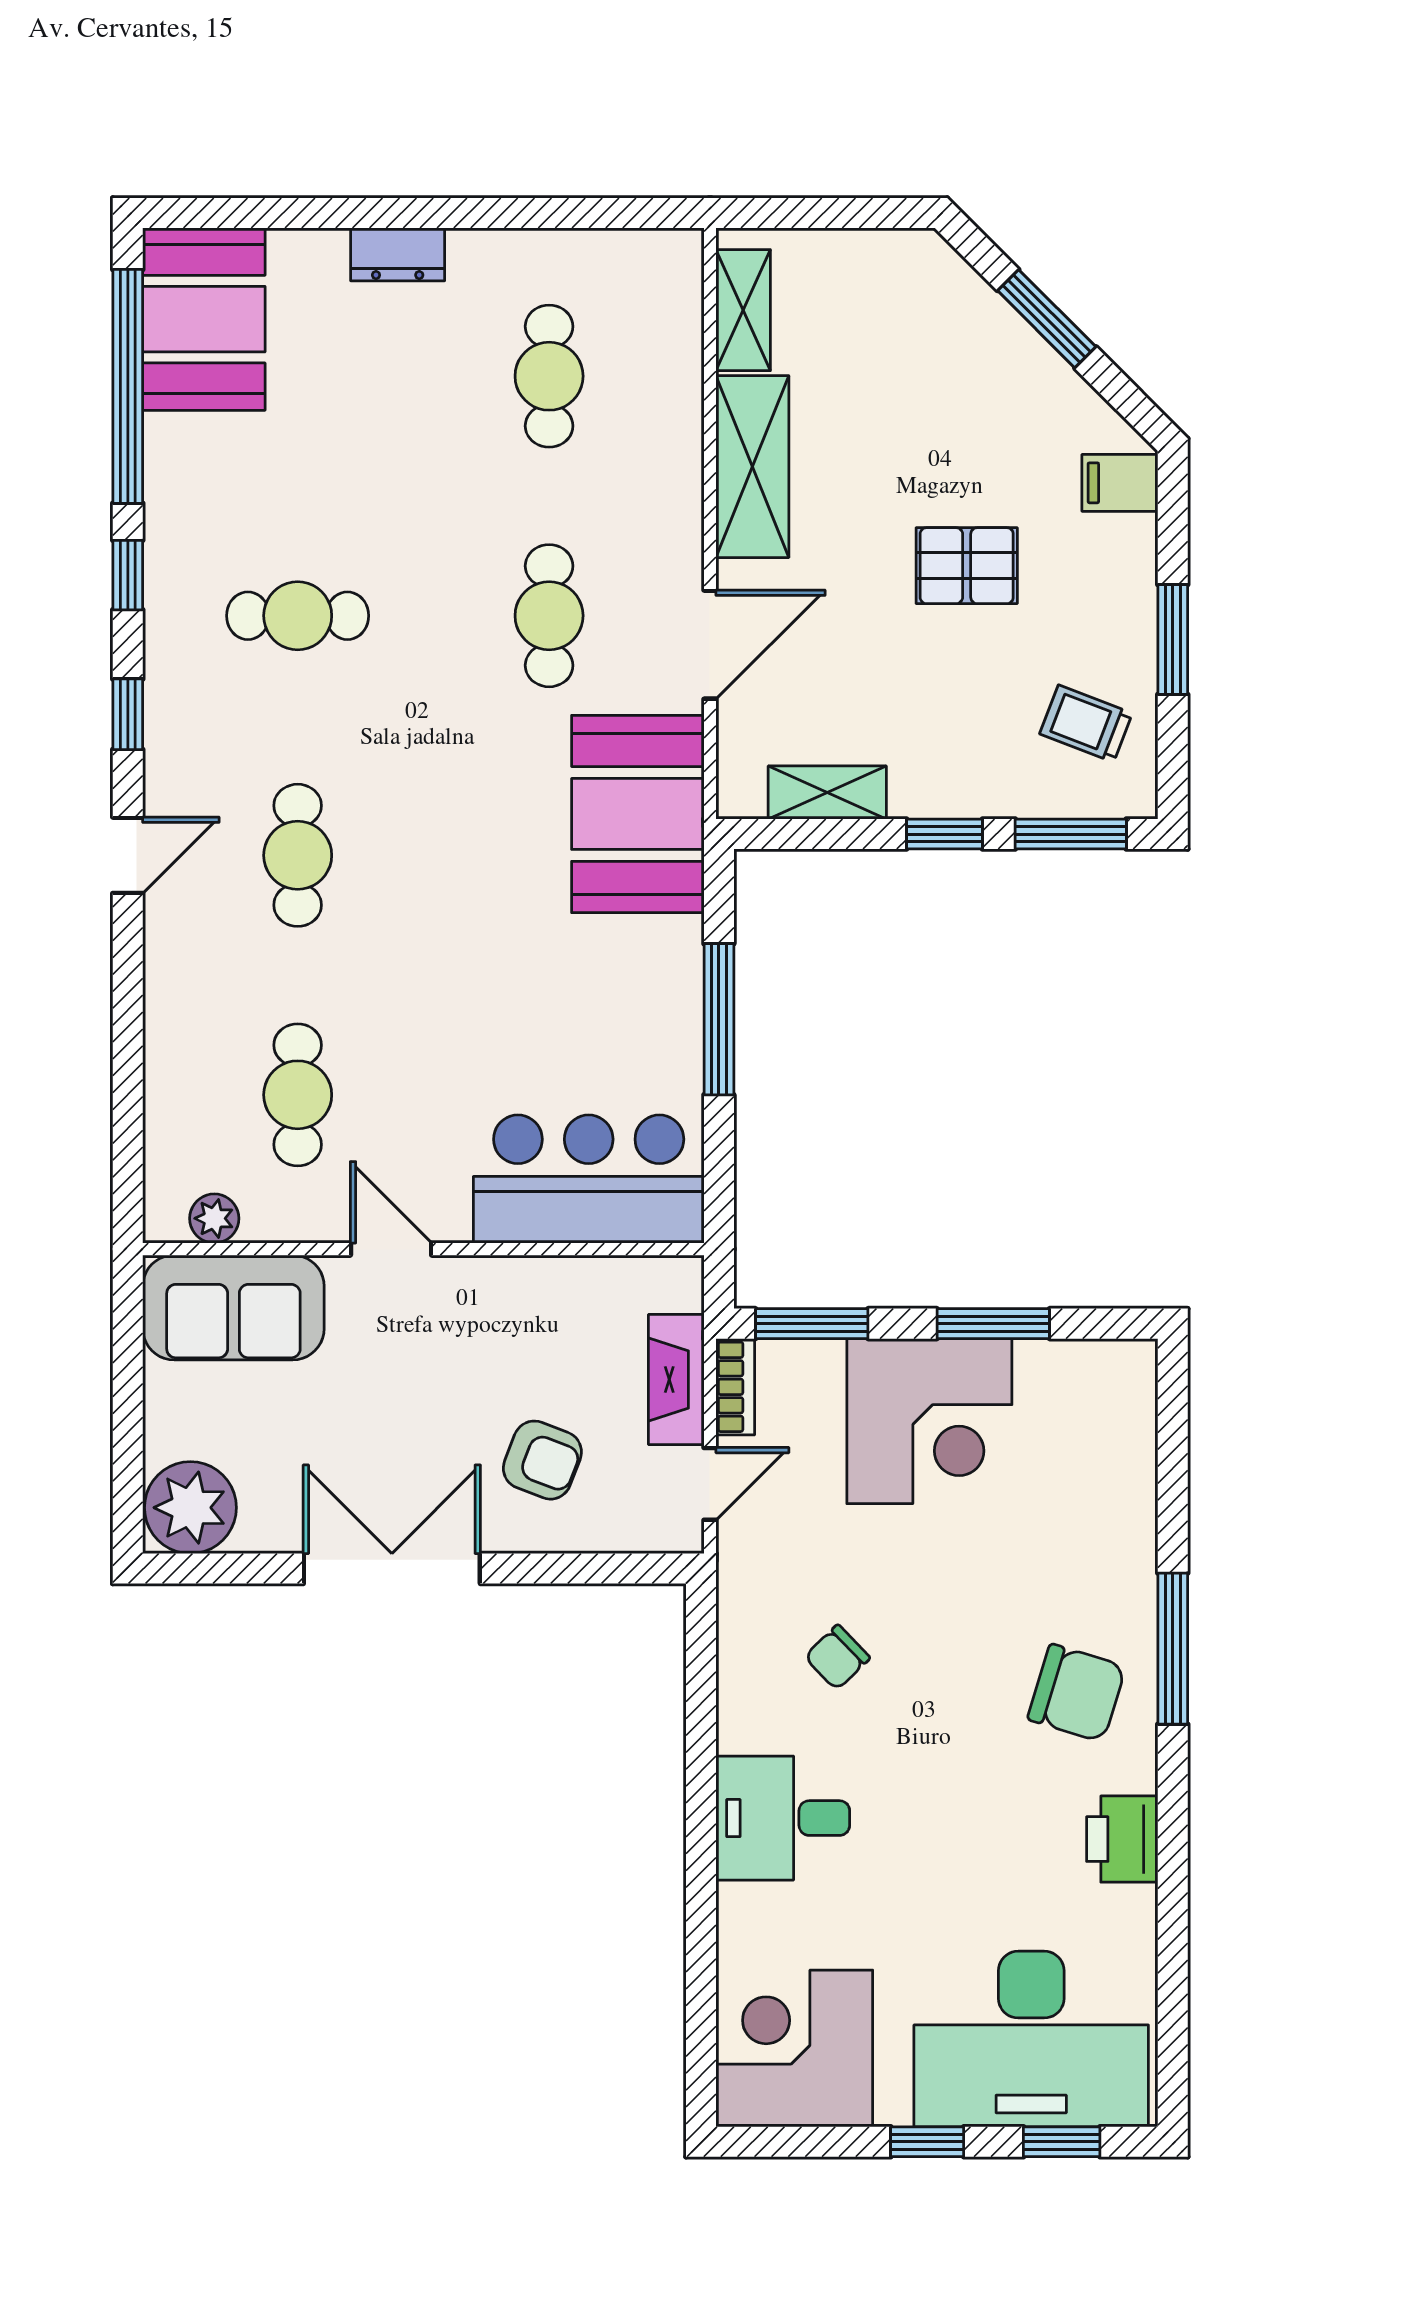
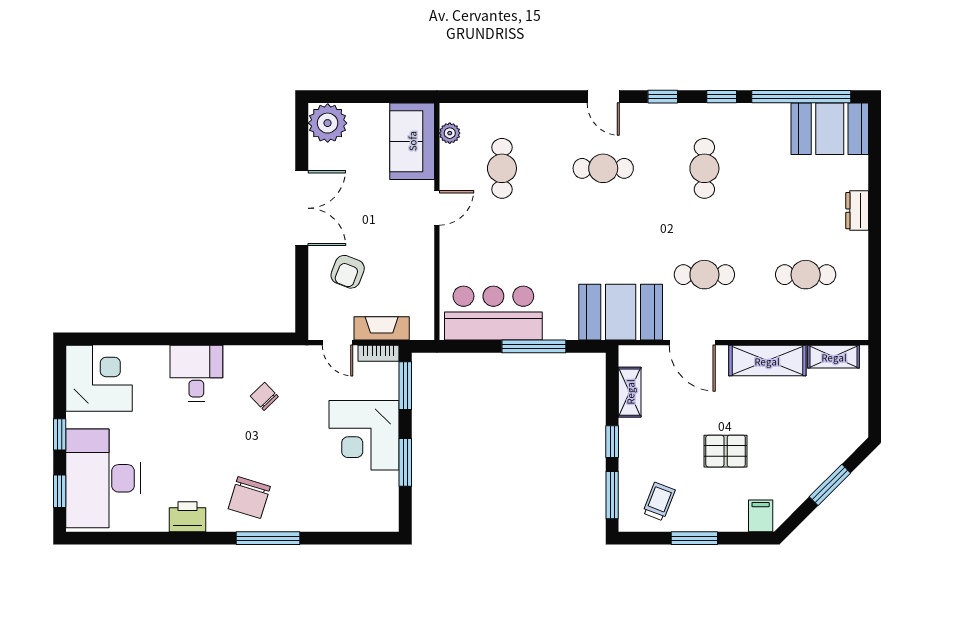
pallet: (967, 566) -> (726, 451), turned 90
cafe table: (298, 1095) -> (502, 168), turned 90
bar counter: (589, 1179) -> (493, 313), moved, turned -90

